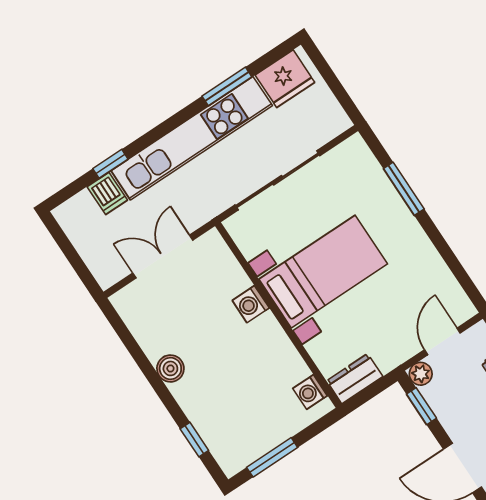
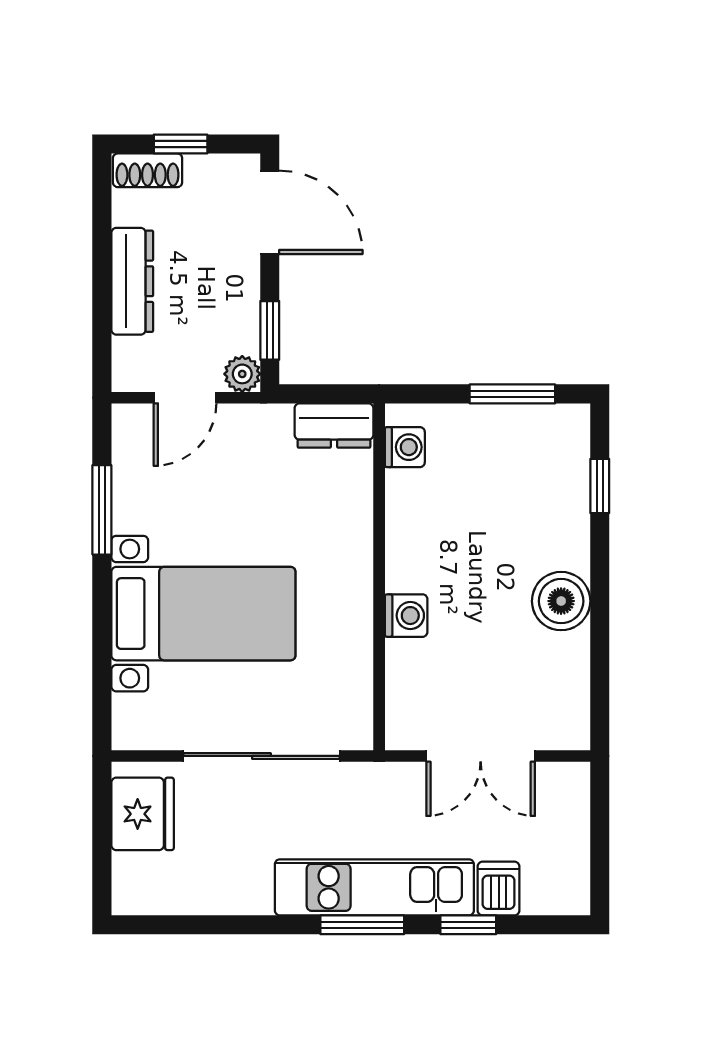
fridge: (285, 79) -> (143, 814), moved, turned 90
window: (227, 86) -> (362, 925), moved
kitchen unit: (192, 138) -> (374, 887), width x0.73
window: (404, 189) -> (102, 510), moved
bed with nightstands: (323, 272) -> (203, 614), moved, turned 180
boiler: (170, 368) -> (561, 601), width x1.36, depth x1.36

